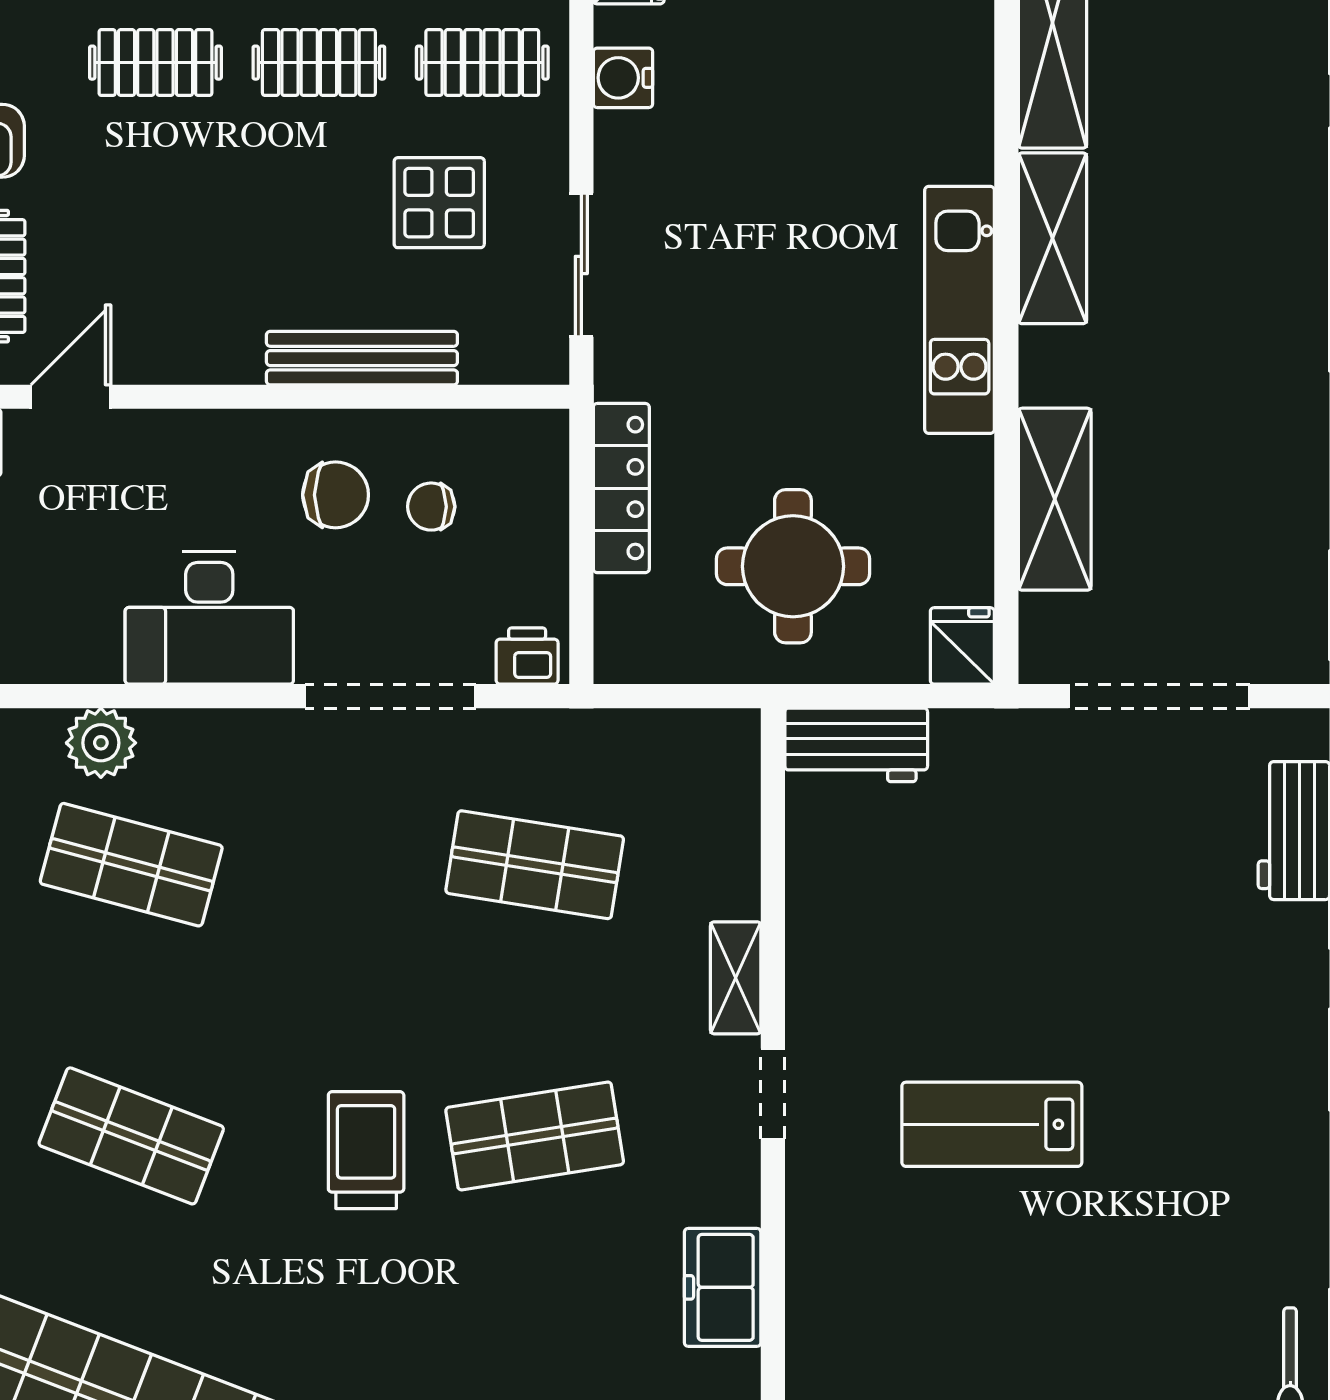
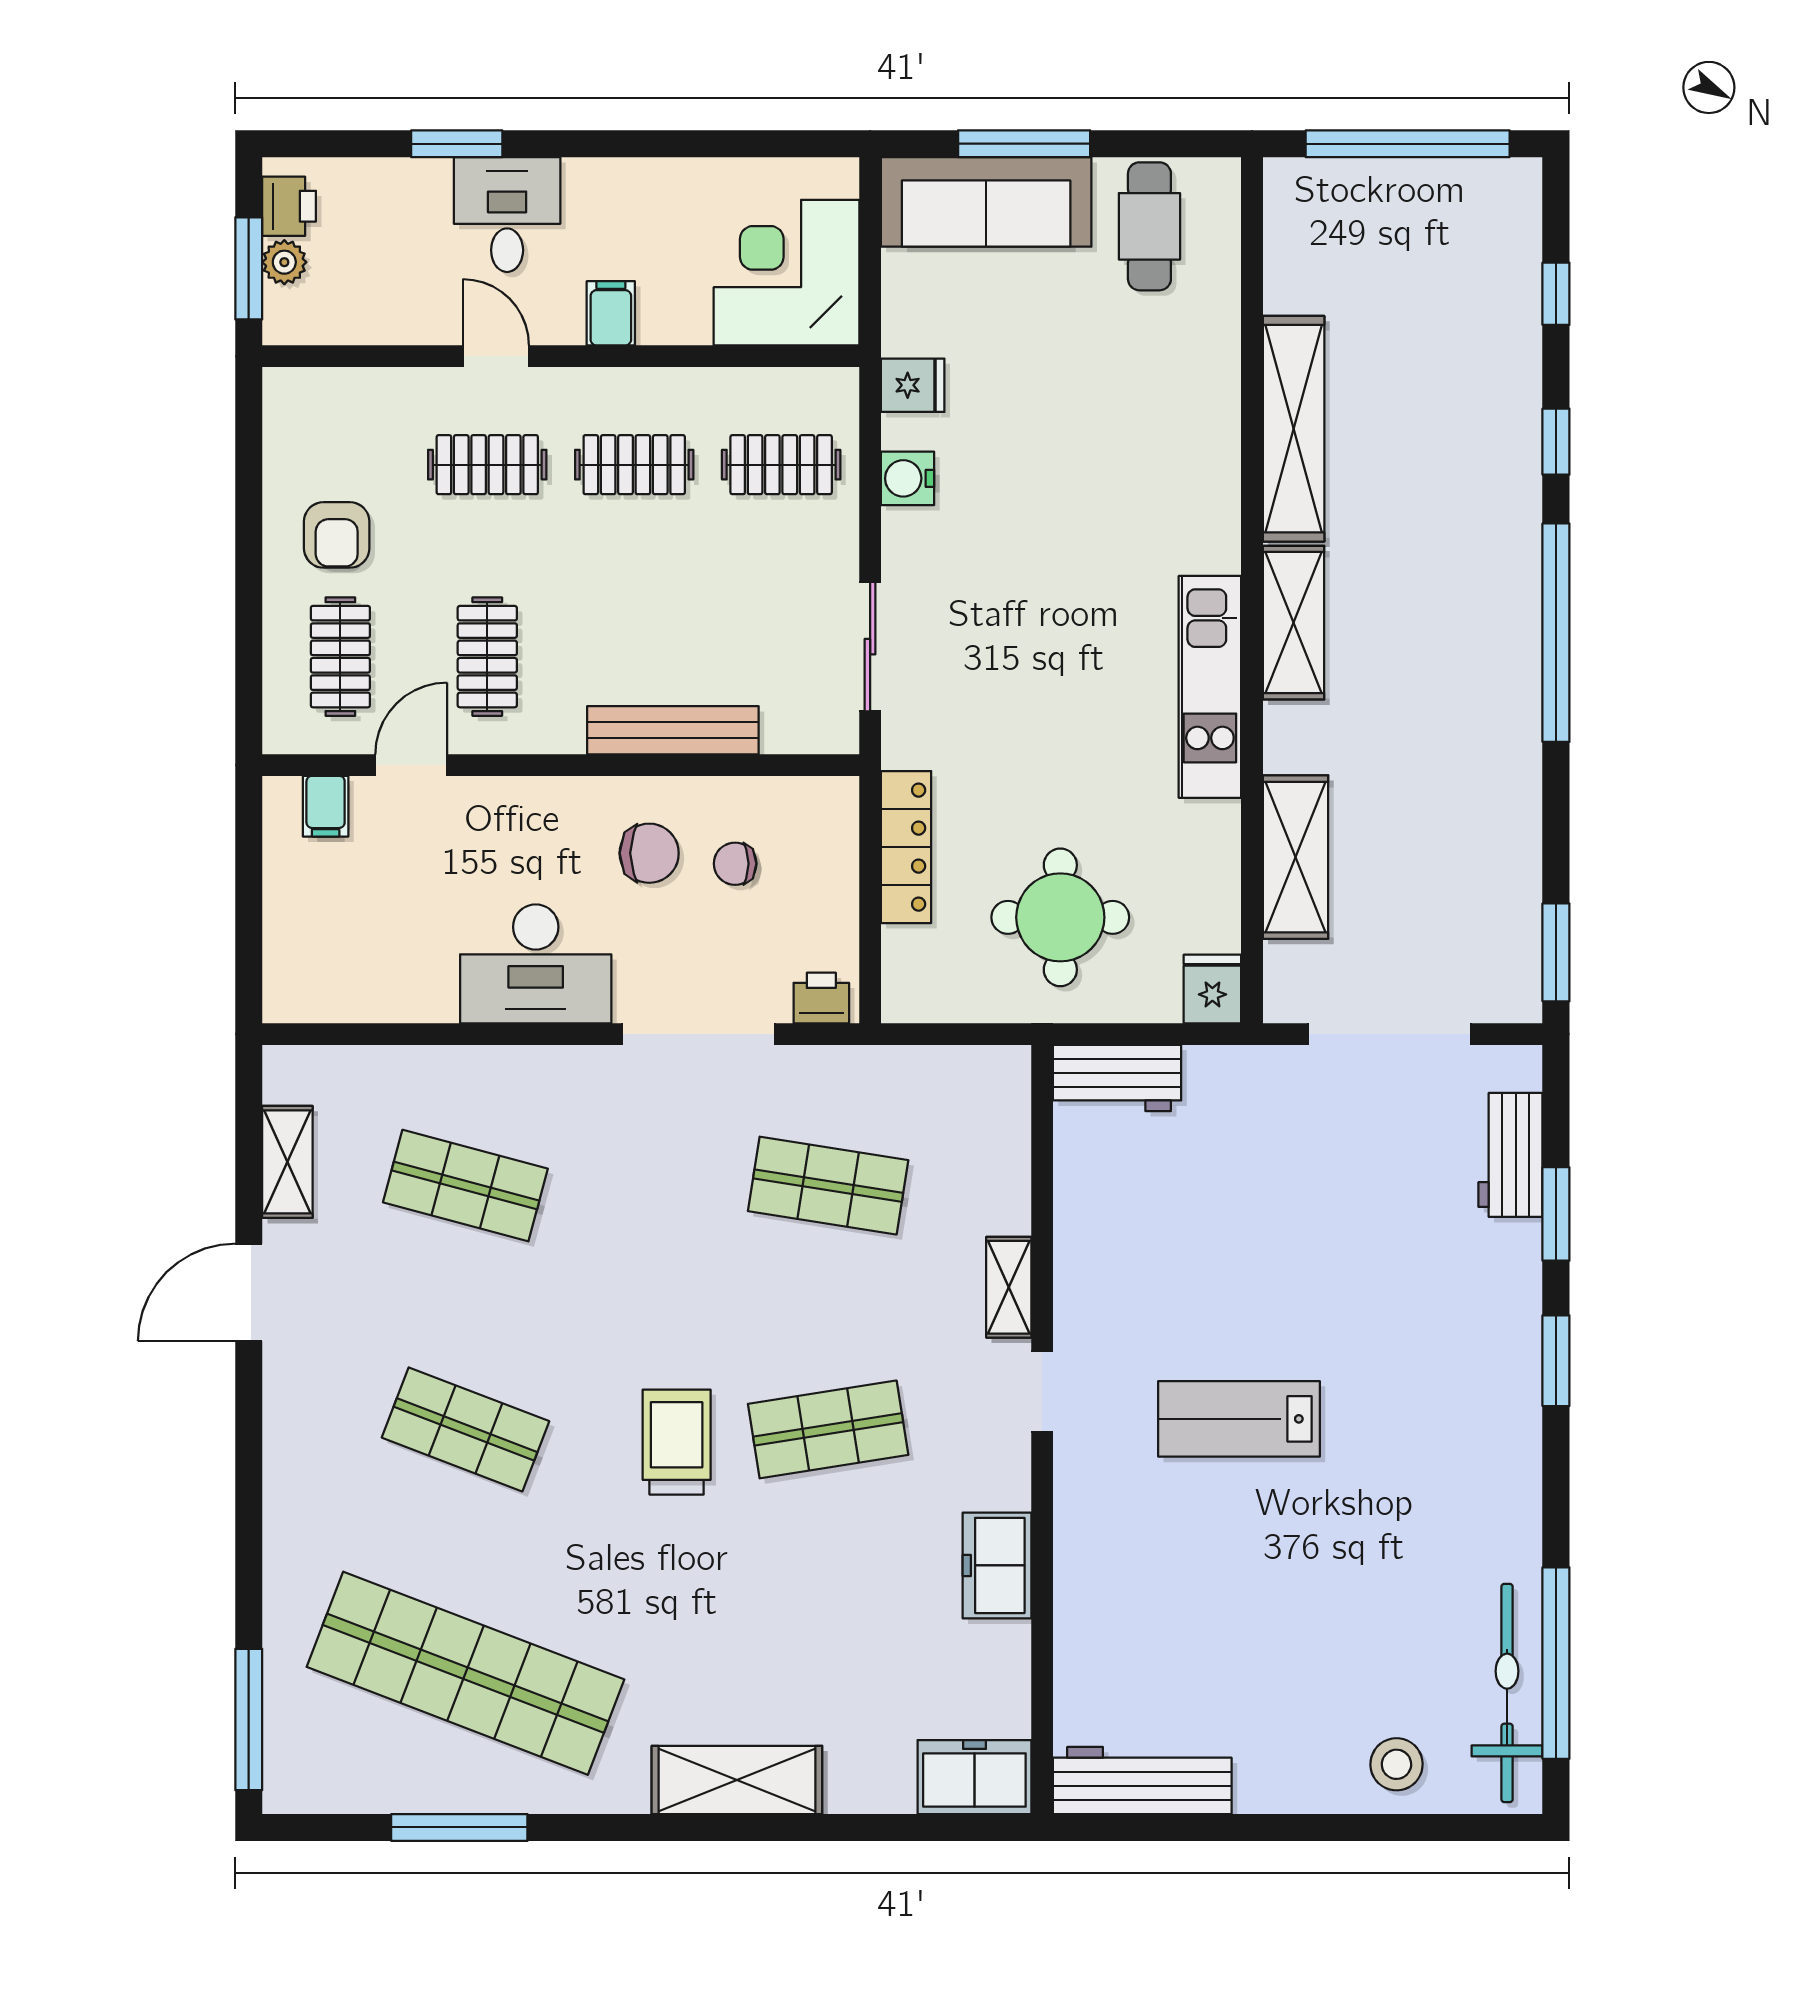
display table: (439, 203) -> (742, 591), removed
clothes rail: (155, 276) -> (487, 657), added
plant: (101, 743) -> (438, 1076), removed

